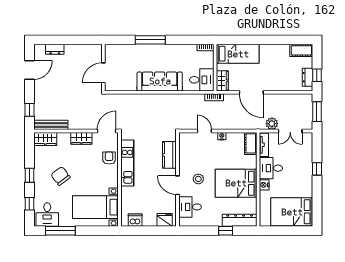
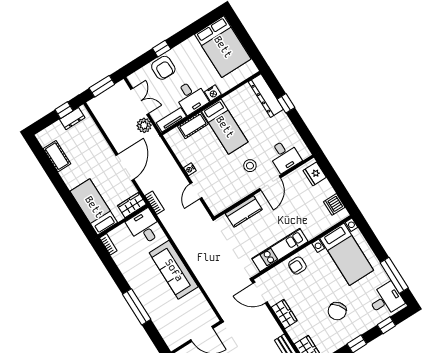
cot: (301, 50) -> (57, 156), moved
cot: (251, 143) -> (193, 125), moved
armchair: (109, 158) -> (297, 266), moved
armchair: (303, 162) -> (163, 68), added
bed: (236, 183) -> (225, 127), width x0.67

